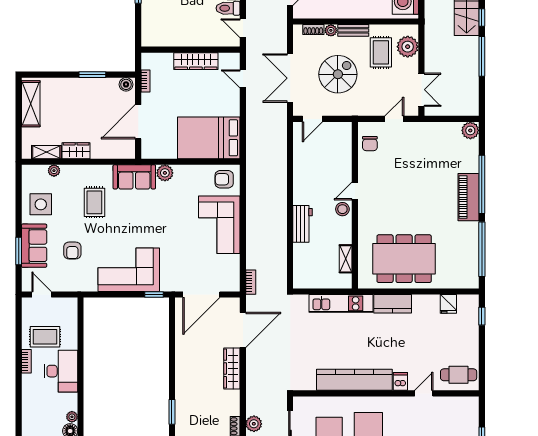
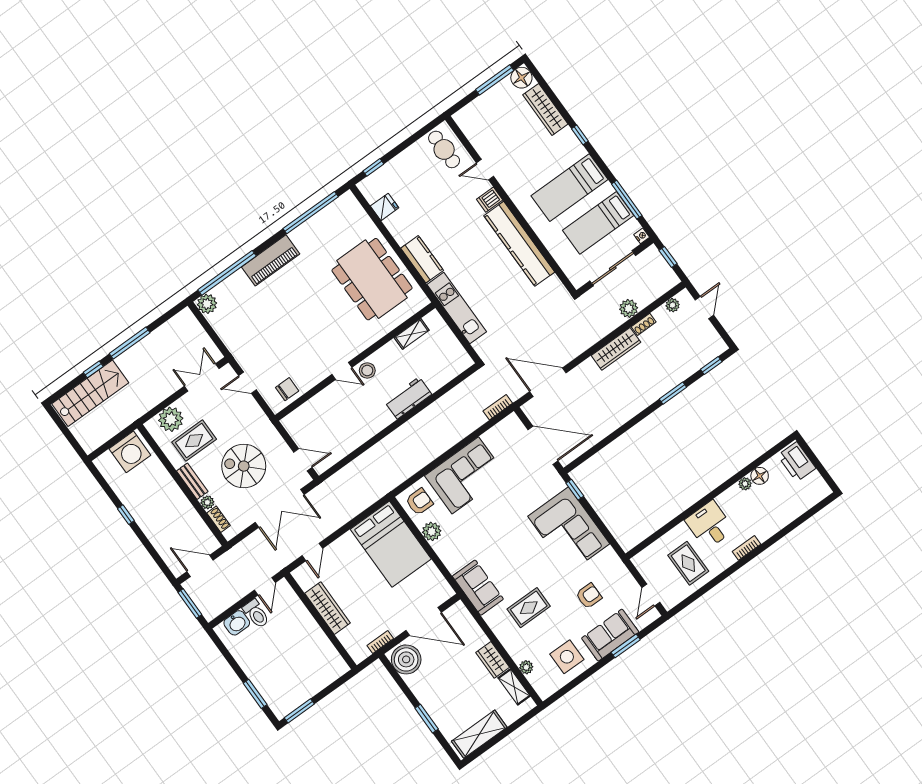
window: (92, 75) -> (427, 719), moved
boiler: (126, 84) -> (406, 659), width x1.86, depth x1.86
plant: (165, 173) -> (432, 531), moved
armchair: (224, 179) -> (419, 502), turned -90
window: (482, 184) -> (227, 273), moved
bookcase: (26, 361) -> (746, 548), moved
wardrobe: (232, 368) -> (616, 349), moved
desk: (61, 371) -> (710, 525), width x0.73

